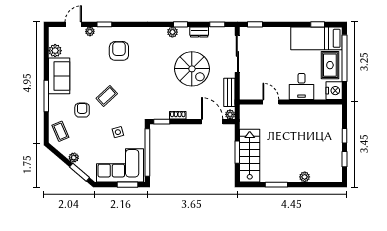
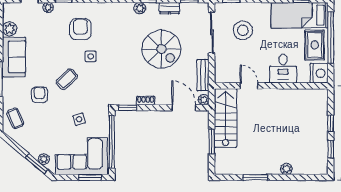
stool: (265, 52) -> (243, 30), added
side table: (128, 75) -> (91, 56), added
stairs: (250, 156) -> (226, 118), moved
plant: (74, 158) -> (44, 159), moved

